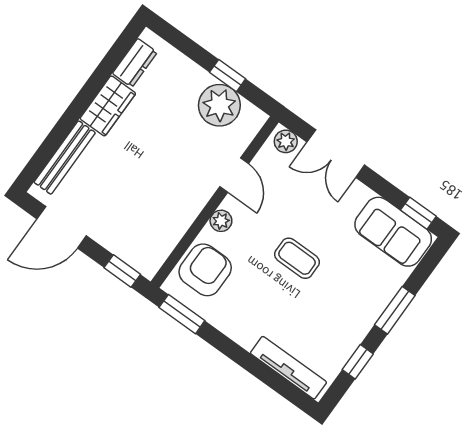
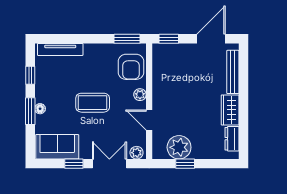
window: (418, 213) -> (74, 164), moved
coffee table: (297, 258) -> (93, 103), width x1.36, depth x1.30
floor lamp: (378, 304) -> (40, 109), added

